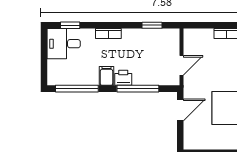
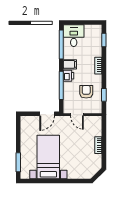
desk: (64, 44) -> (74, 36), moved
armchair: (147, 52) -> (86, 92), added
door: (180, 110) -> (47, 114), hinge flipped

